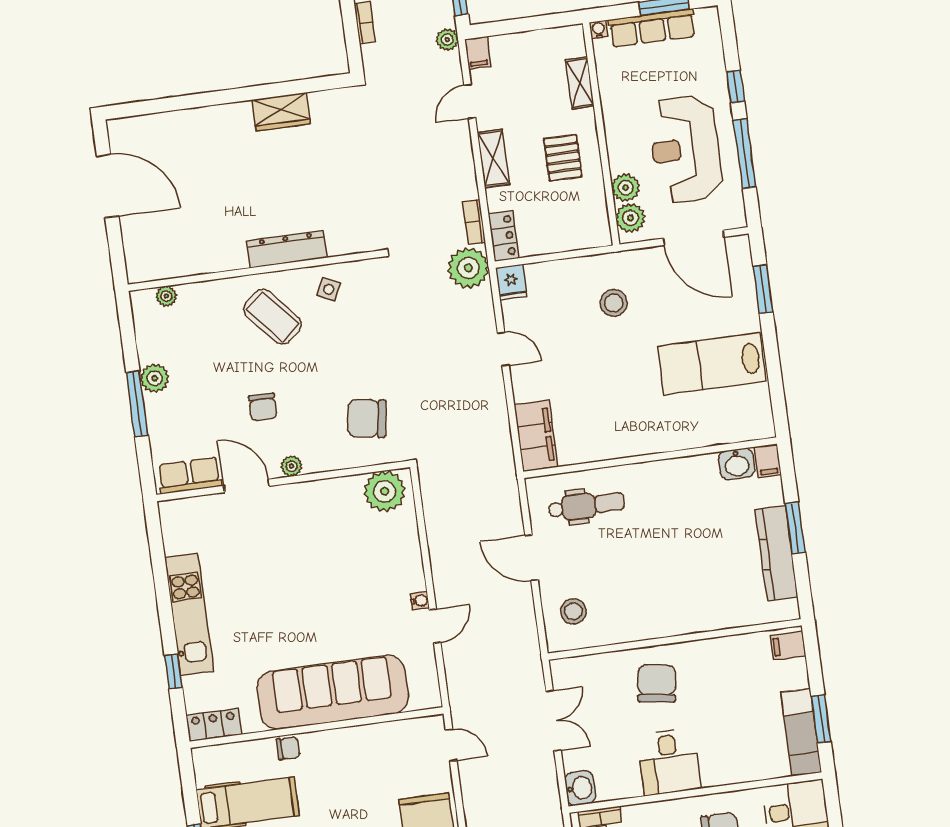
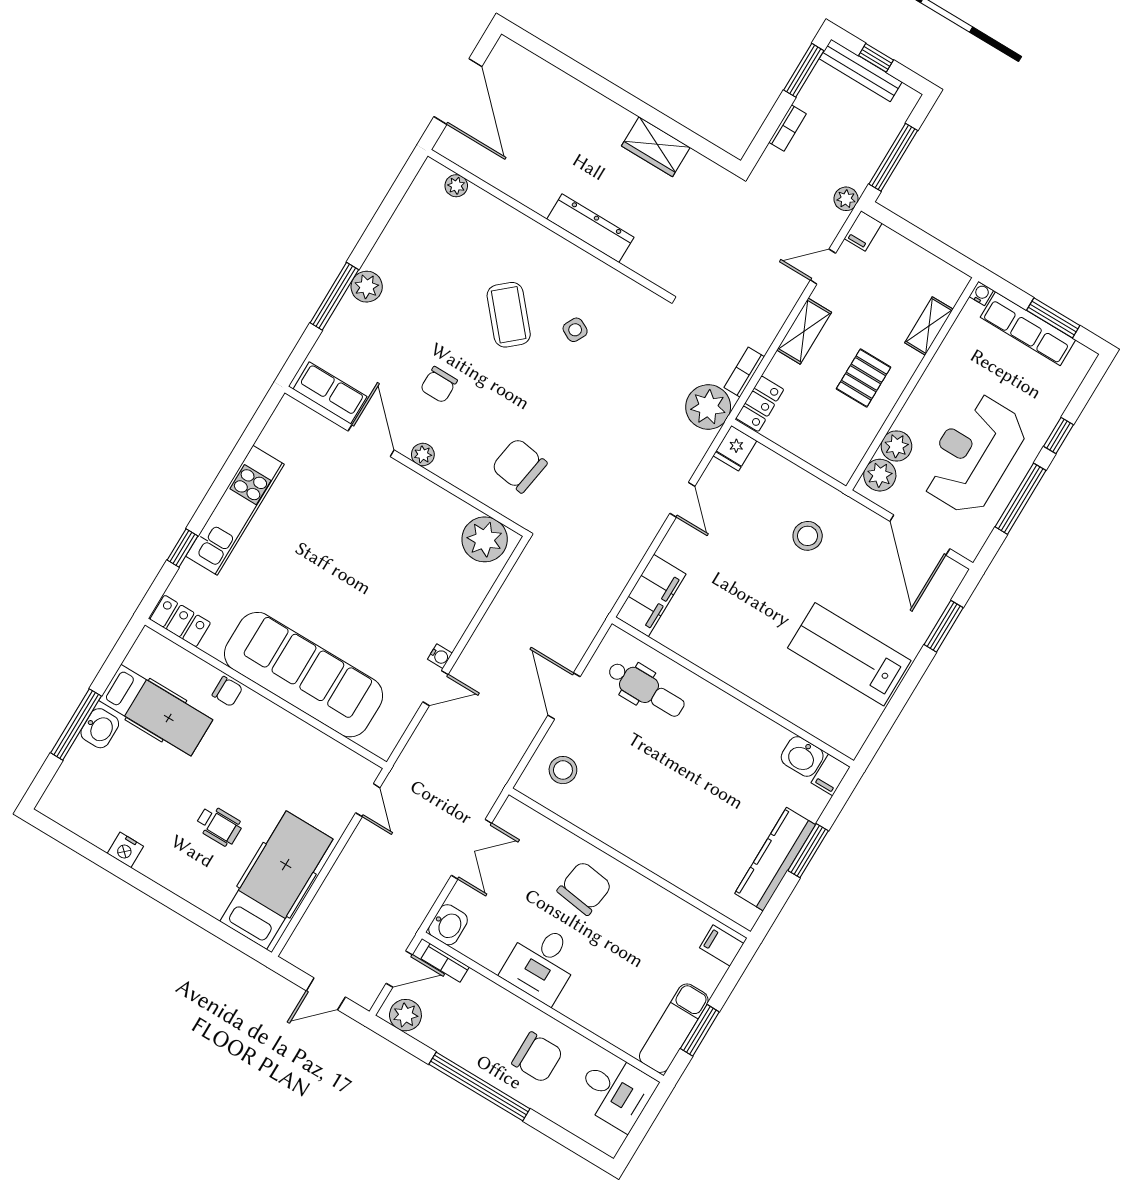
dresser: (287, 249) -> (590, 228), moved
wall: (255, 271) -> (549, 224), moved
plant: (166, 296) -> (456, 186), moved

